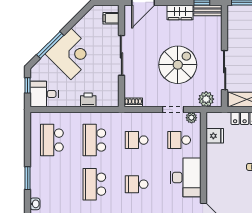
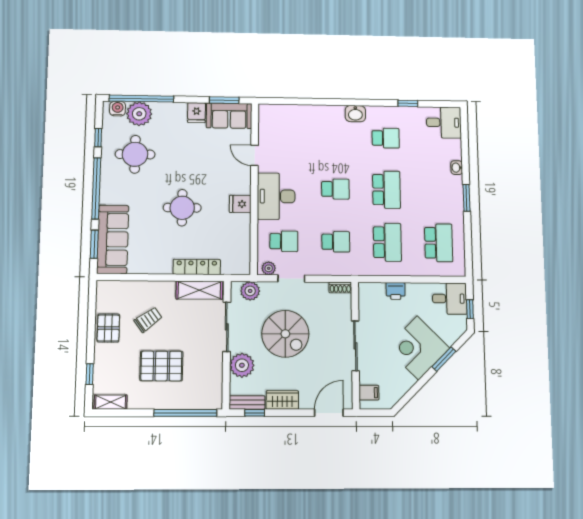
plant: (212, 40) -> (242, 365), added
window: (50, 45) -> (444, 359), width x0.69
spiral stairs: (178, 65) -> (285, 334), turned -90
fridge: (215, 136) -> (240, 204), moved

